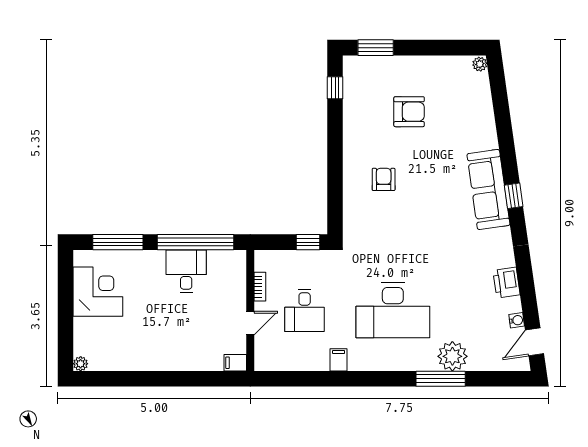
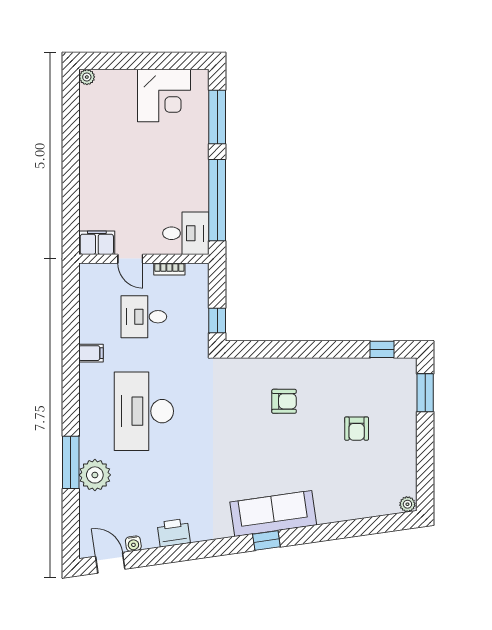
armchair: (409, 112) -> (357, 429), width x0.72, depth x0.72
desk: (186, 271) -> (186, 233), moved
filing cabinet: (235, 363) -> (97, 243), width x2.00

